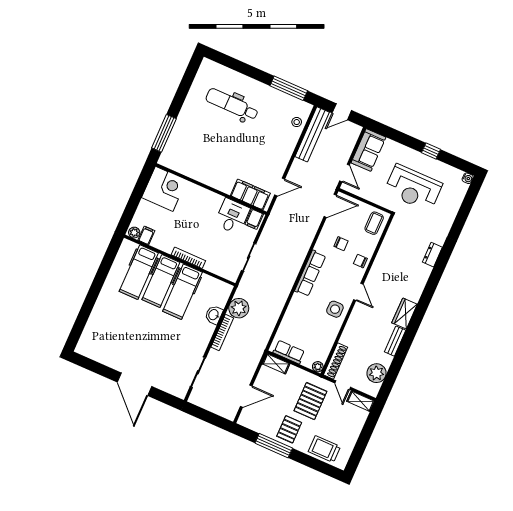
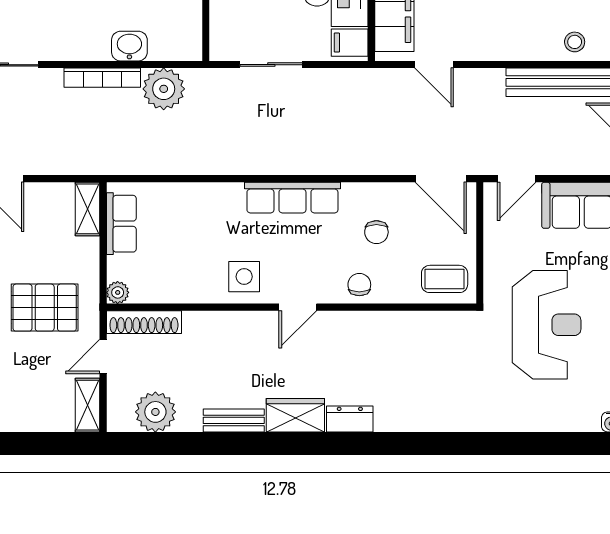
reception desk: (413, 188) -> (547, 325), turned 180
dresser: (432, 255) -> (350, 419), moved

